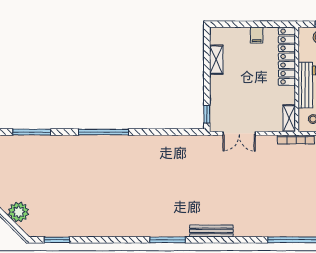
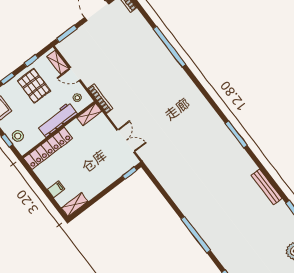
filing cabinet: (257, 35) -> (56, 189), moved
shelving: (216, 60) -> (75, 205), moved
bench: (211, 231) -> (267, 187), moved

